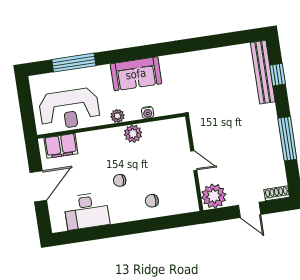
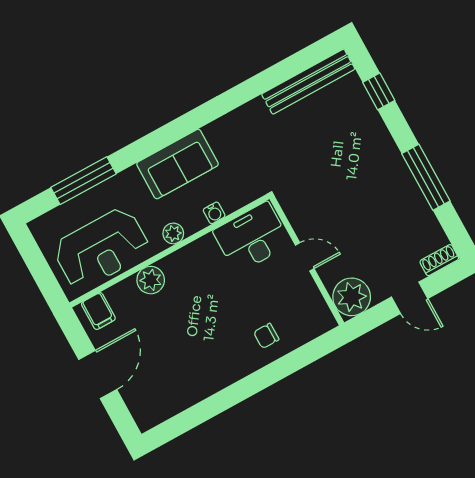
bench: (263, 72) -> (308, 82), moved, turned 90
plant: (133, 134) -> (151, 280), moved
filing cabinet: (61, 146) -> (98, 311), width x0.50
chair: (120, 180) -> (210, 324), removed
desk: (87, 211) -> (252, 237), moved, turned 180

